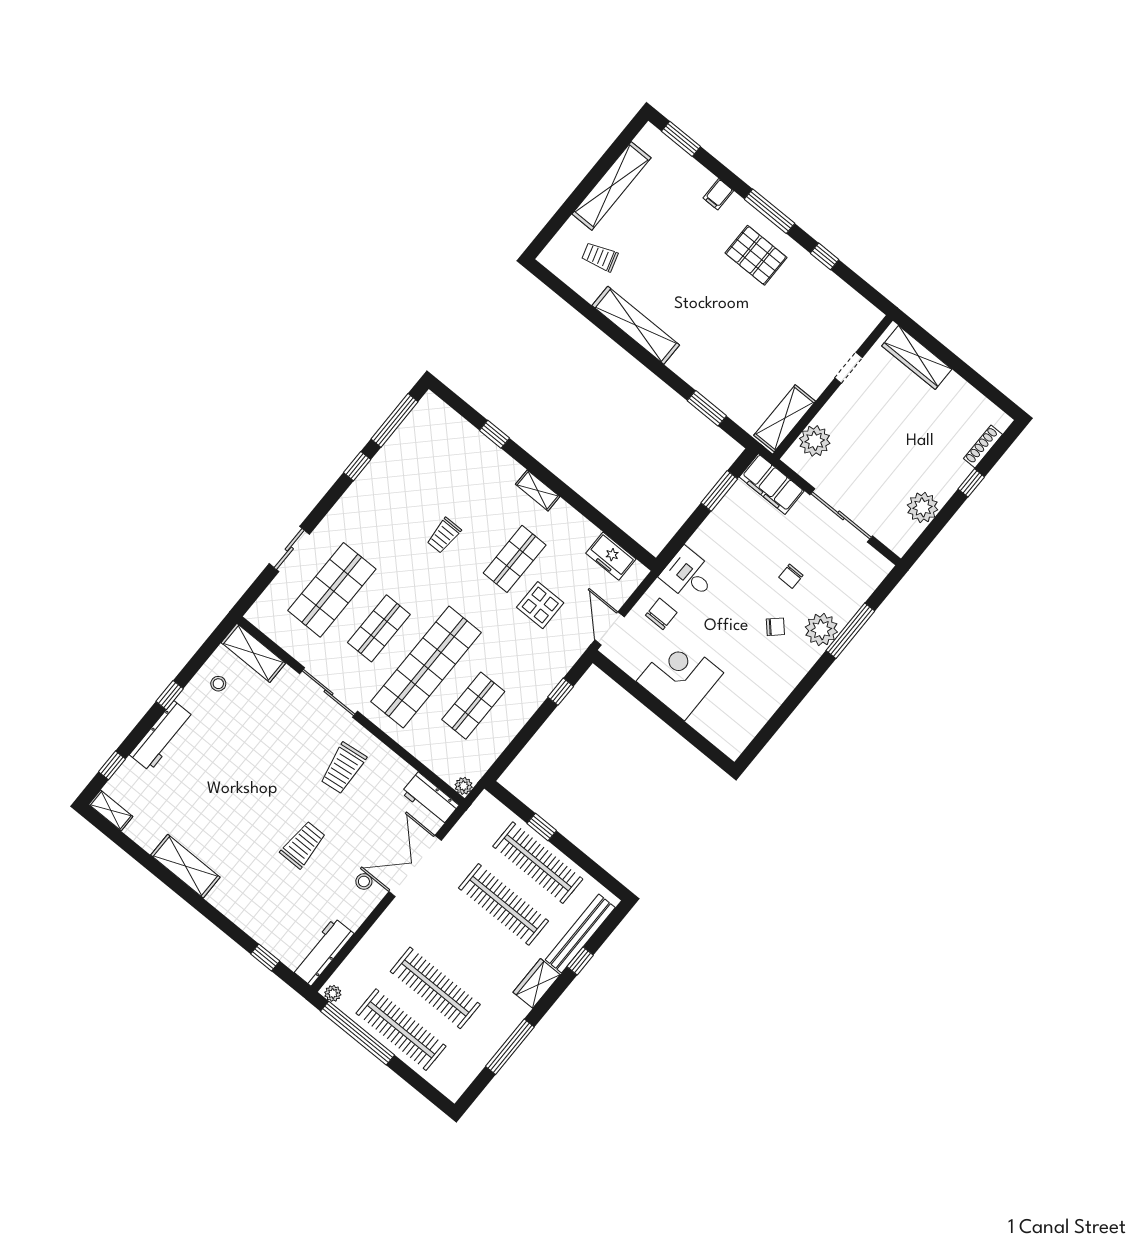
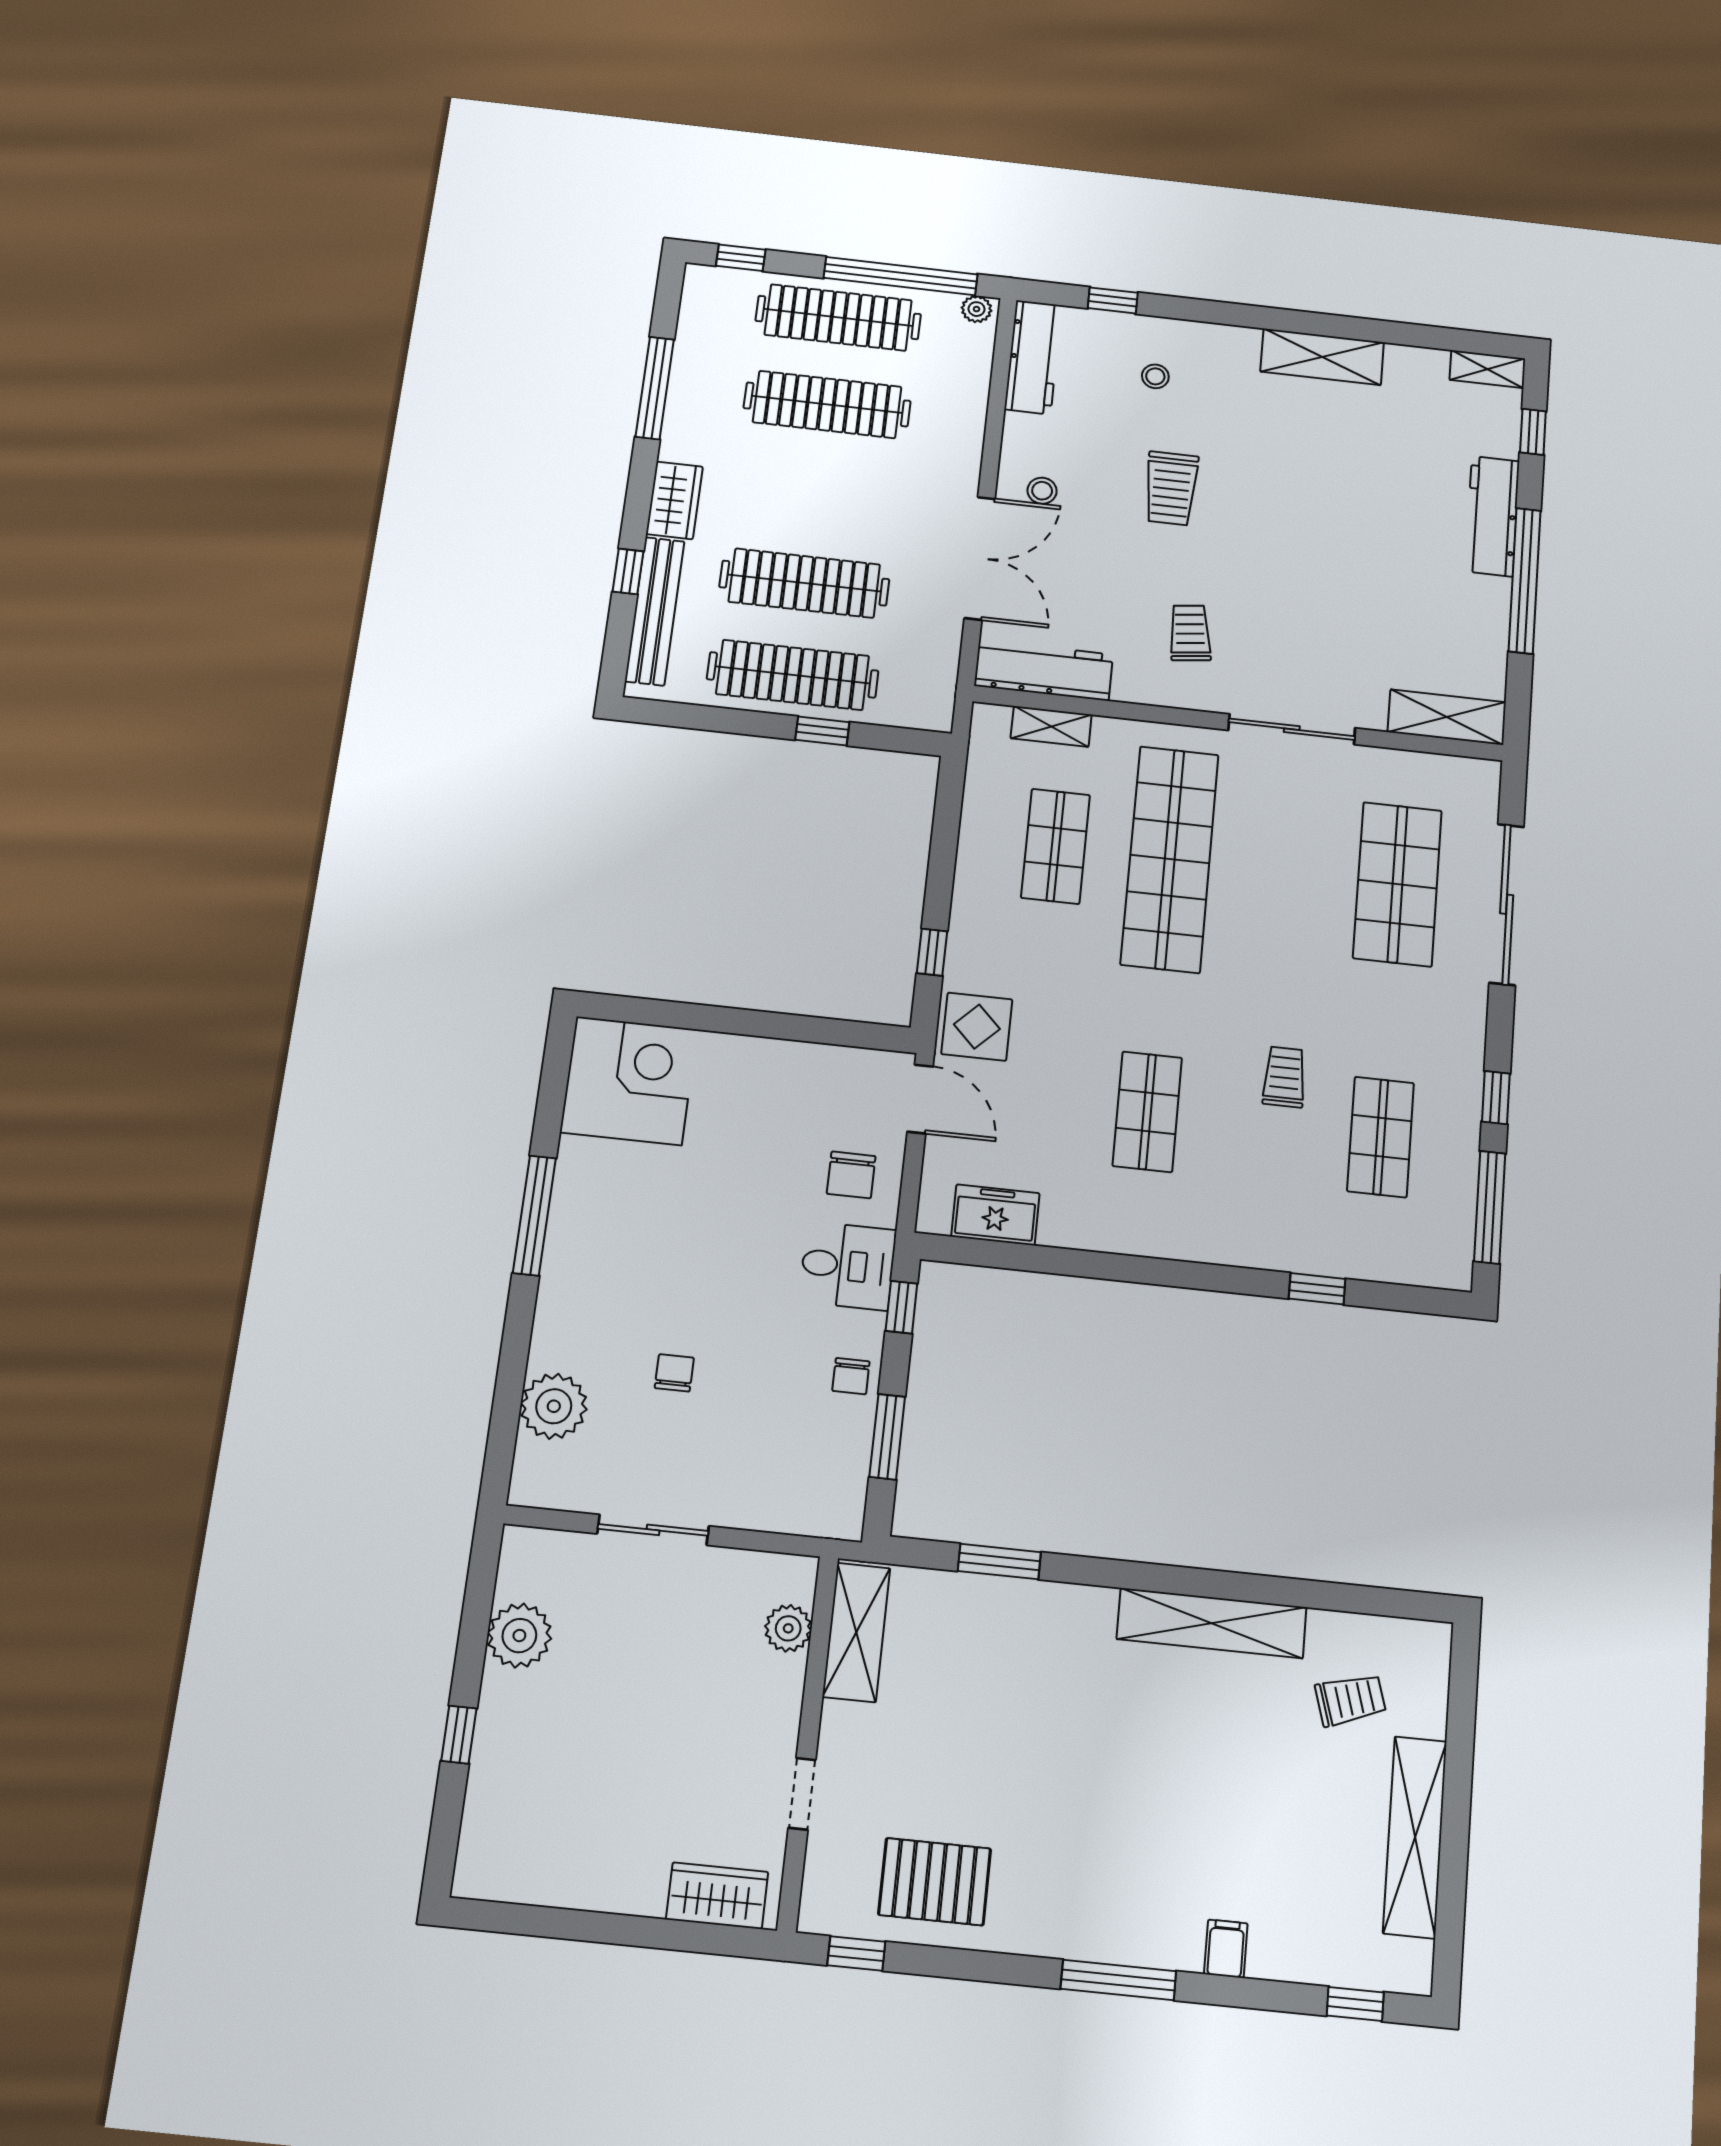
window: (681, 139) -> (1355, 2004), width x0.67
pallet: (756, 255) -> (935, 1882), moved
window: (825, 256) -> (856, 1953), moved
wardrobe: (917, 358) -> (717, 1896), width x0.67
plant: (815, 441) -> (788, 1628), width x0.73, depth x0.73
shoe rack: (983, 446) -> (477, 1813), removed
filing cabinet: (772, 484) -> (806, 1506), removed
shelving: (538, 490) -> (1051, 726), moved
sliding door: (841, 515) -> (653, 1530), width x0.73
window: (677, 542) -> (901, 1307), added
sliding door: (289, 549) -> (1507, 904), width x1.86
display table: (540, 605) -> (977, 1027), moved
chair: (775, 627) -> (851, 1376), moved, turned -47
shop shelf: (379, 628) -> (1381, 1137), moved
plant: (821, 630) -> (554, 1406), moved
window: (850, 631) -> (534, 1215), moved
corner desk: (680, 677) -> (629, 1081), moved, turned -90
stool: (218, 684) -> (1155, 376), moved
window: (170, 695) -> (1525, 581), width x3.17
trolley: (343, 768) -> (1190, 633), width x0.73, depth x0.72
plant: (464, 786) -> (987, 718), removed
workbench: (430, 799) -> (1044, 670), width x1.38
window: (427, 1090) -> (741, 258), added

